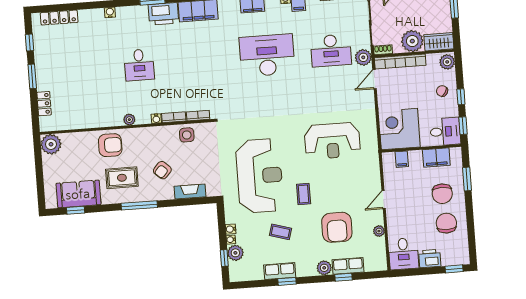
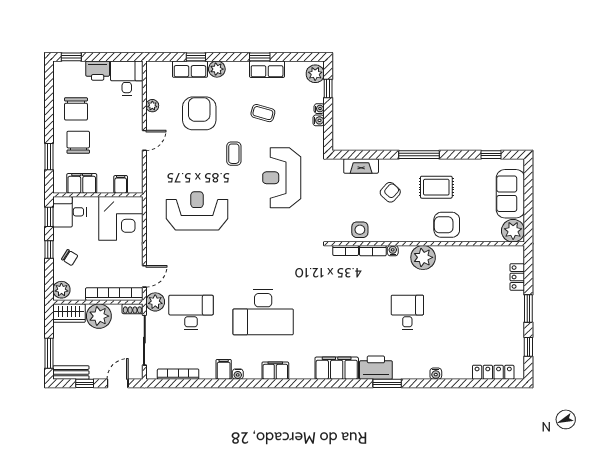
plant: (129, 120) -> (423, 257), width x1.87, depth x1.87
reception desk: (259, 176) -> (282, 178), width x0.74, depth x0.77
sofa: (78, 194) -> (510, 194), moved, turned 90
plant: (235, 253) -> (315, 74), moved

